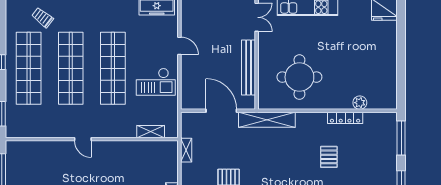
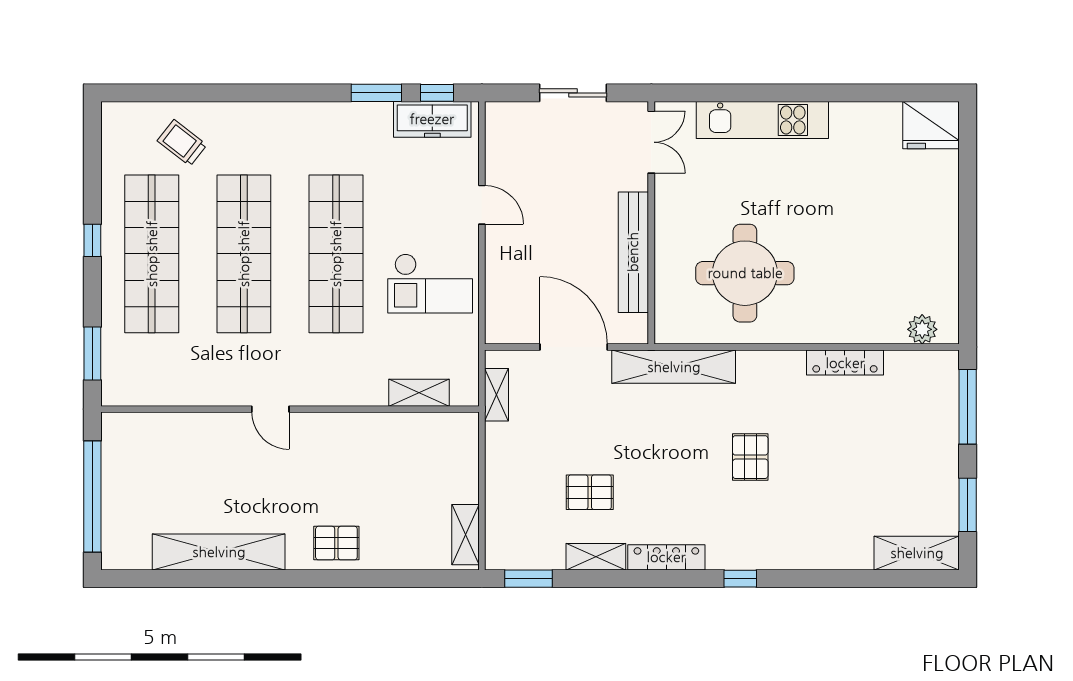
plant: (360, 103) -> (922, 329), moved
shelving: (186, 150) -> (497, 395), moved
pallet: (329, 157) -> (750, 457), moved

